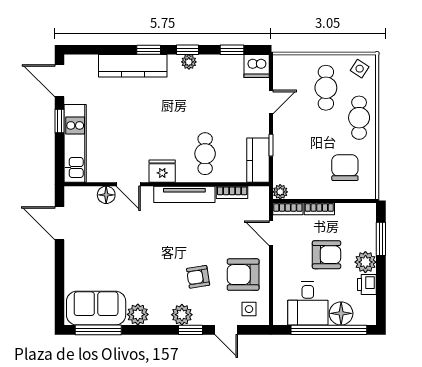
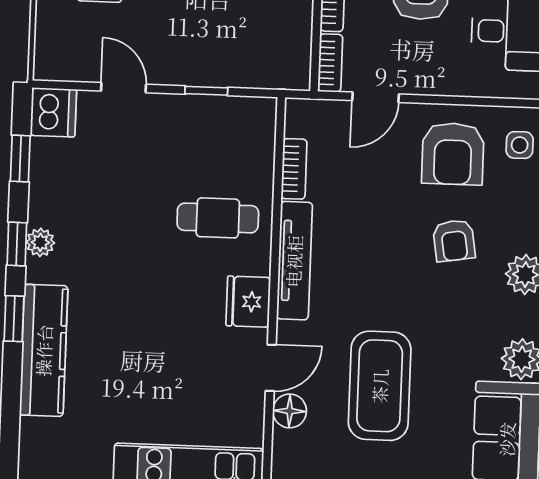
kitchen counter: (258, 160) -> (234, 117), removed
plant: (280, 192) -> (297, 76), removed
coffee table: (121, 241) -> (380, 386), added

